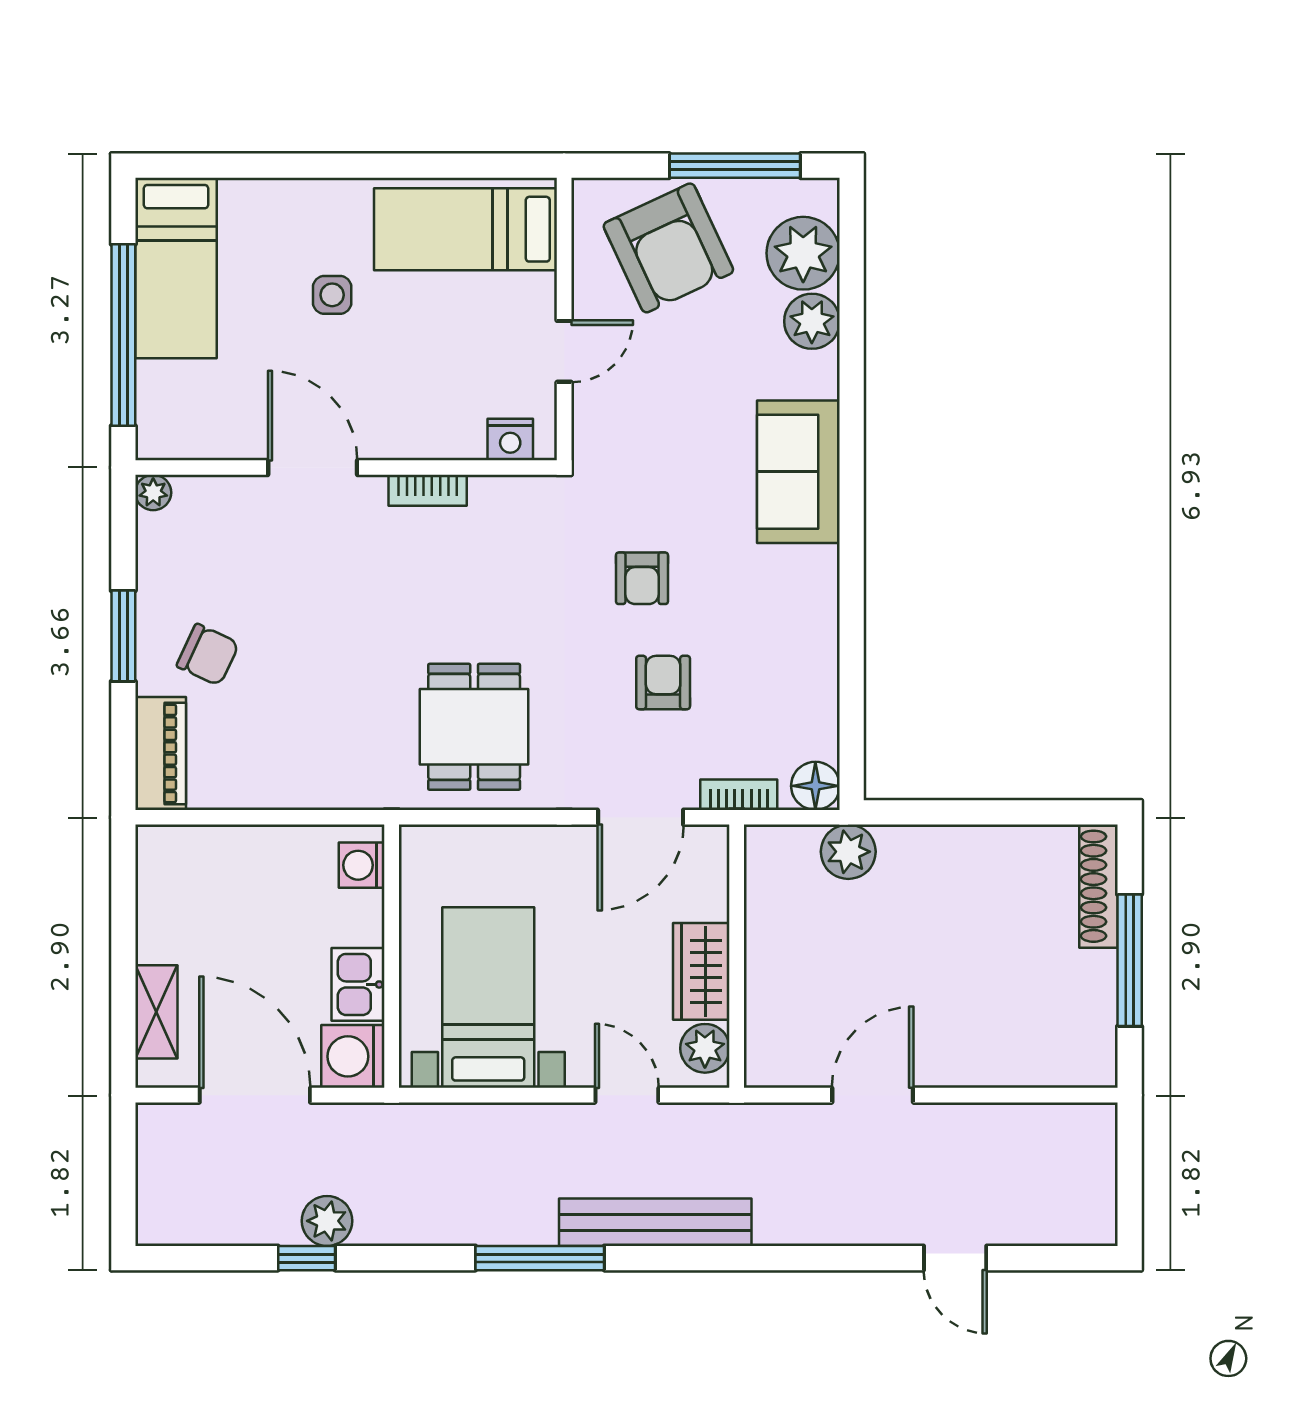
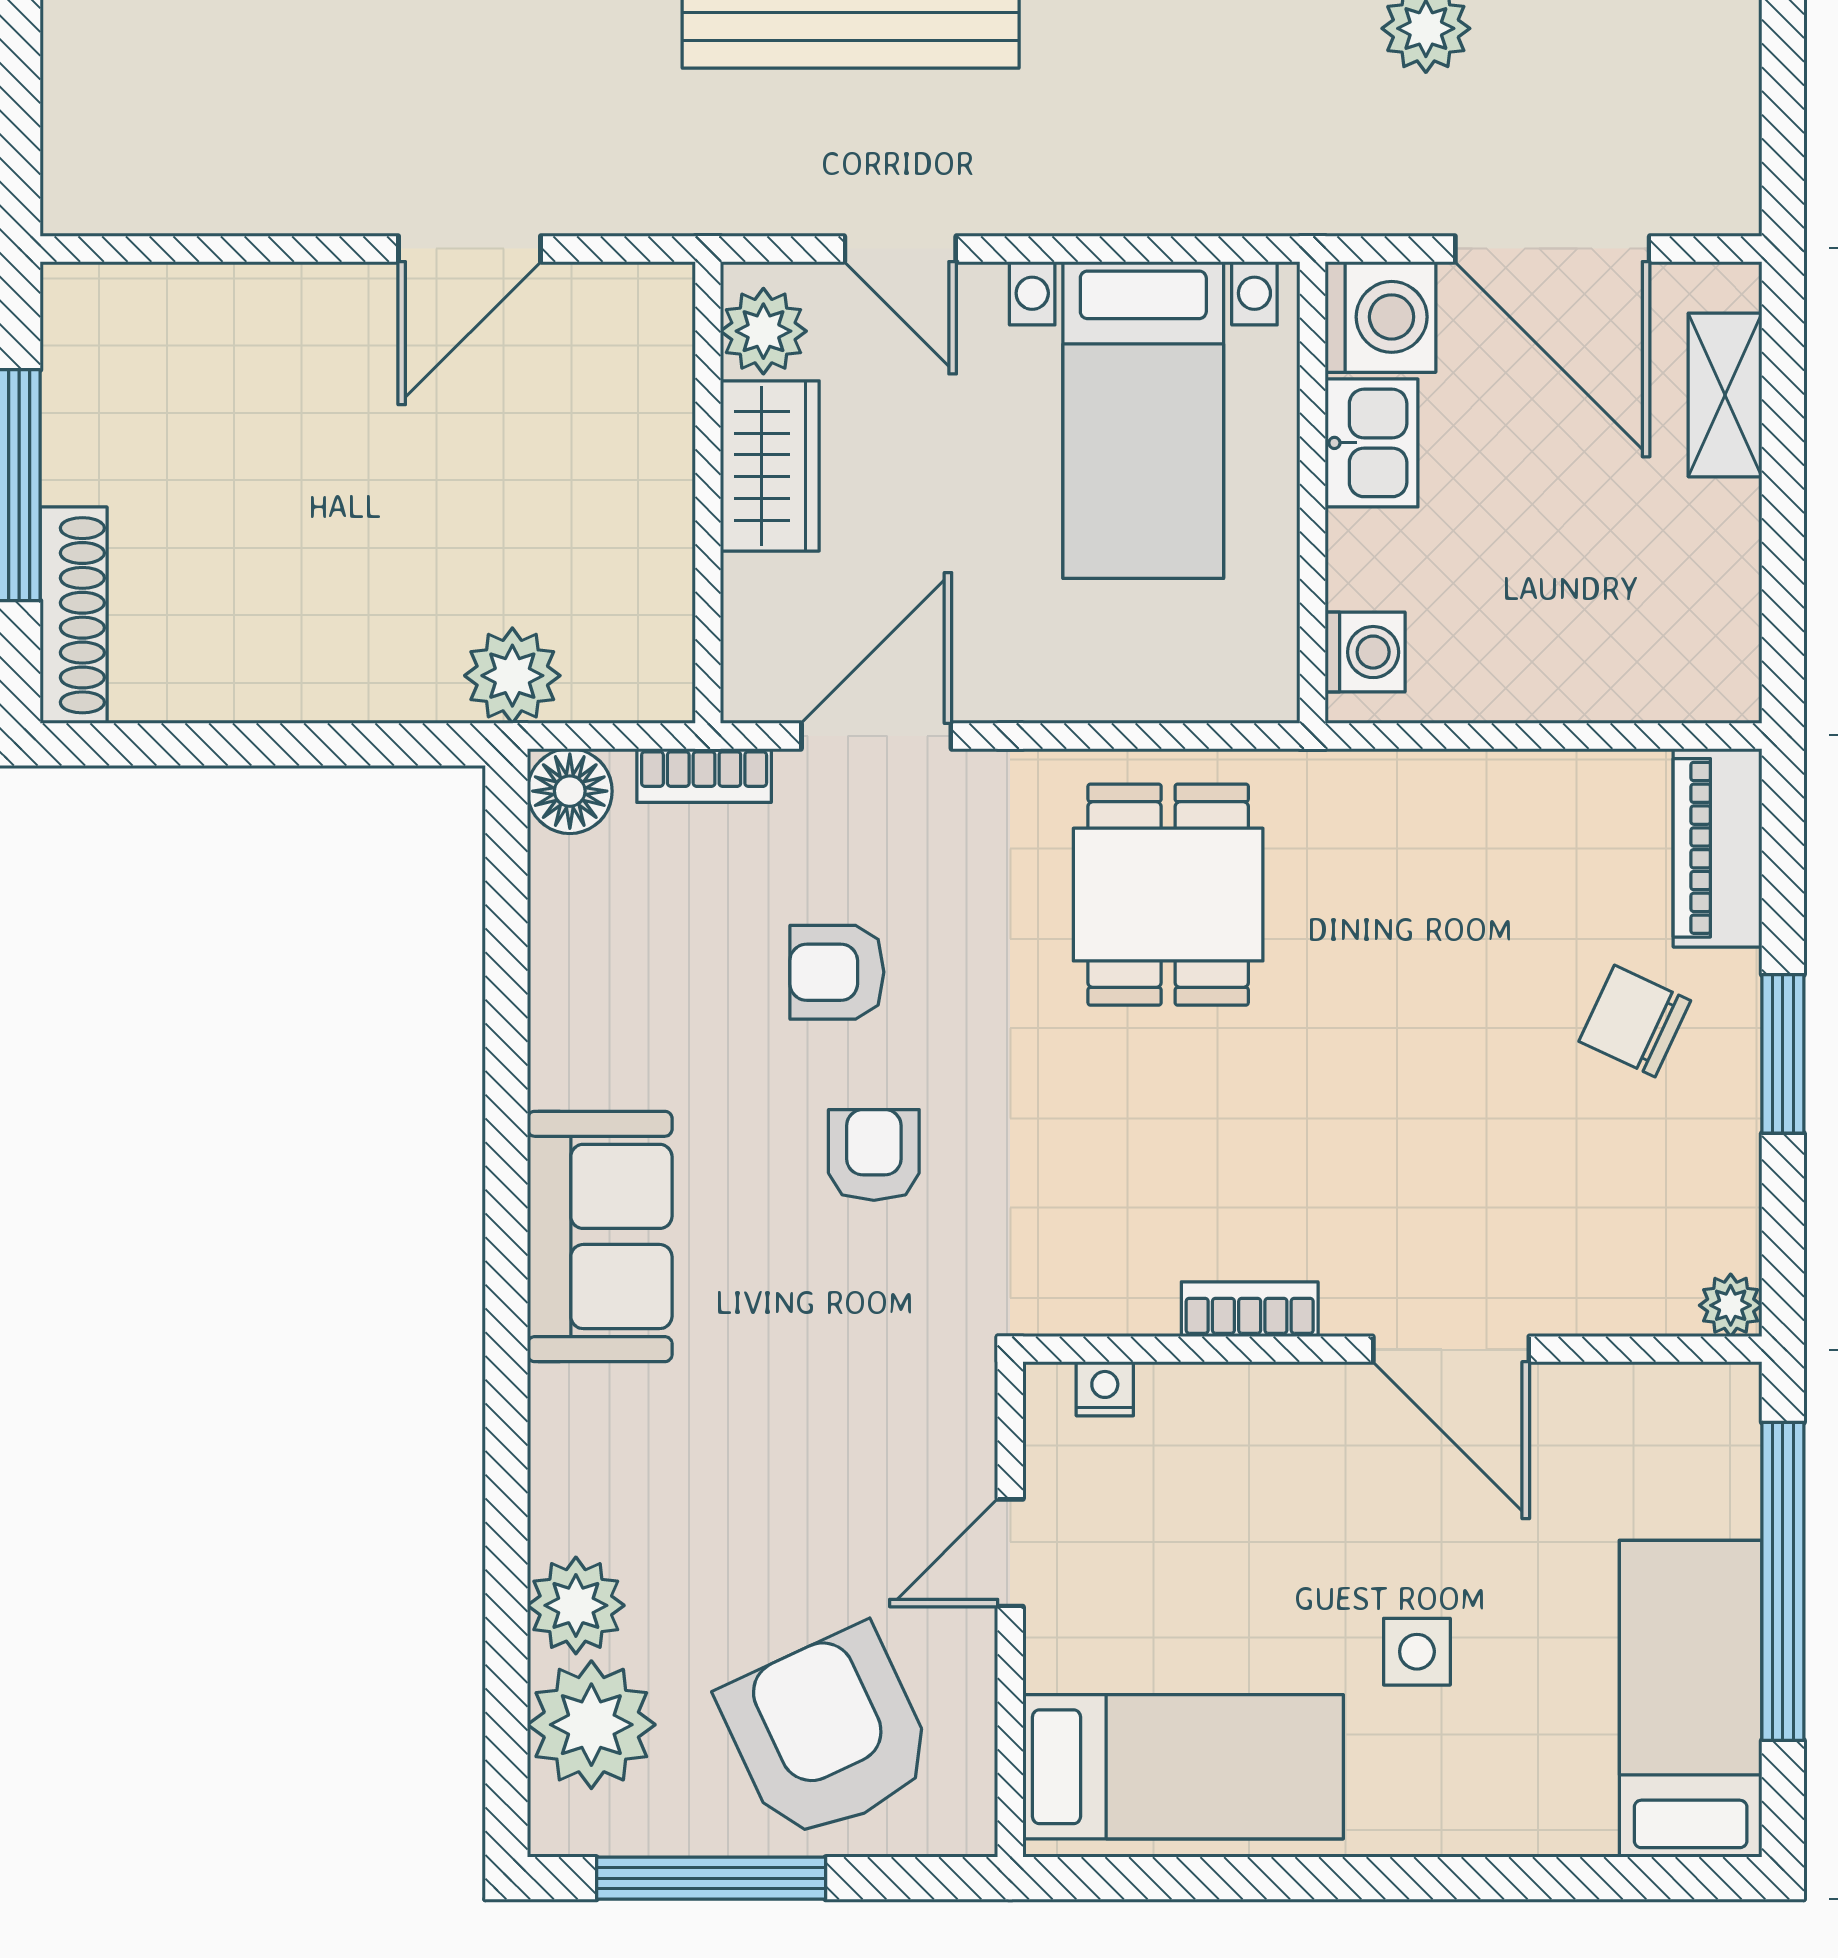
nightstand: (510, 439) -> (1105, 1389), width x0.72, depth x0.74
sofa: (798, 472) -> (600, 1236), moved
armchair: (663, 683) -> (837, 972), turned 90

